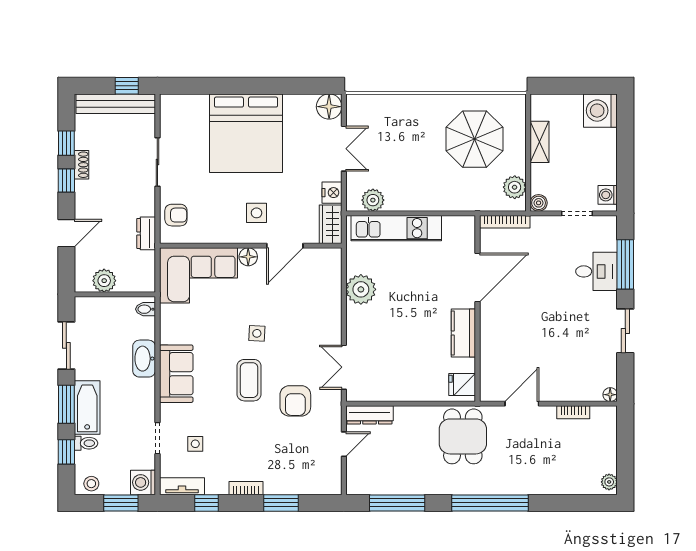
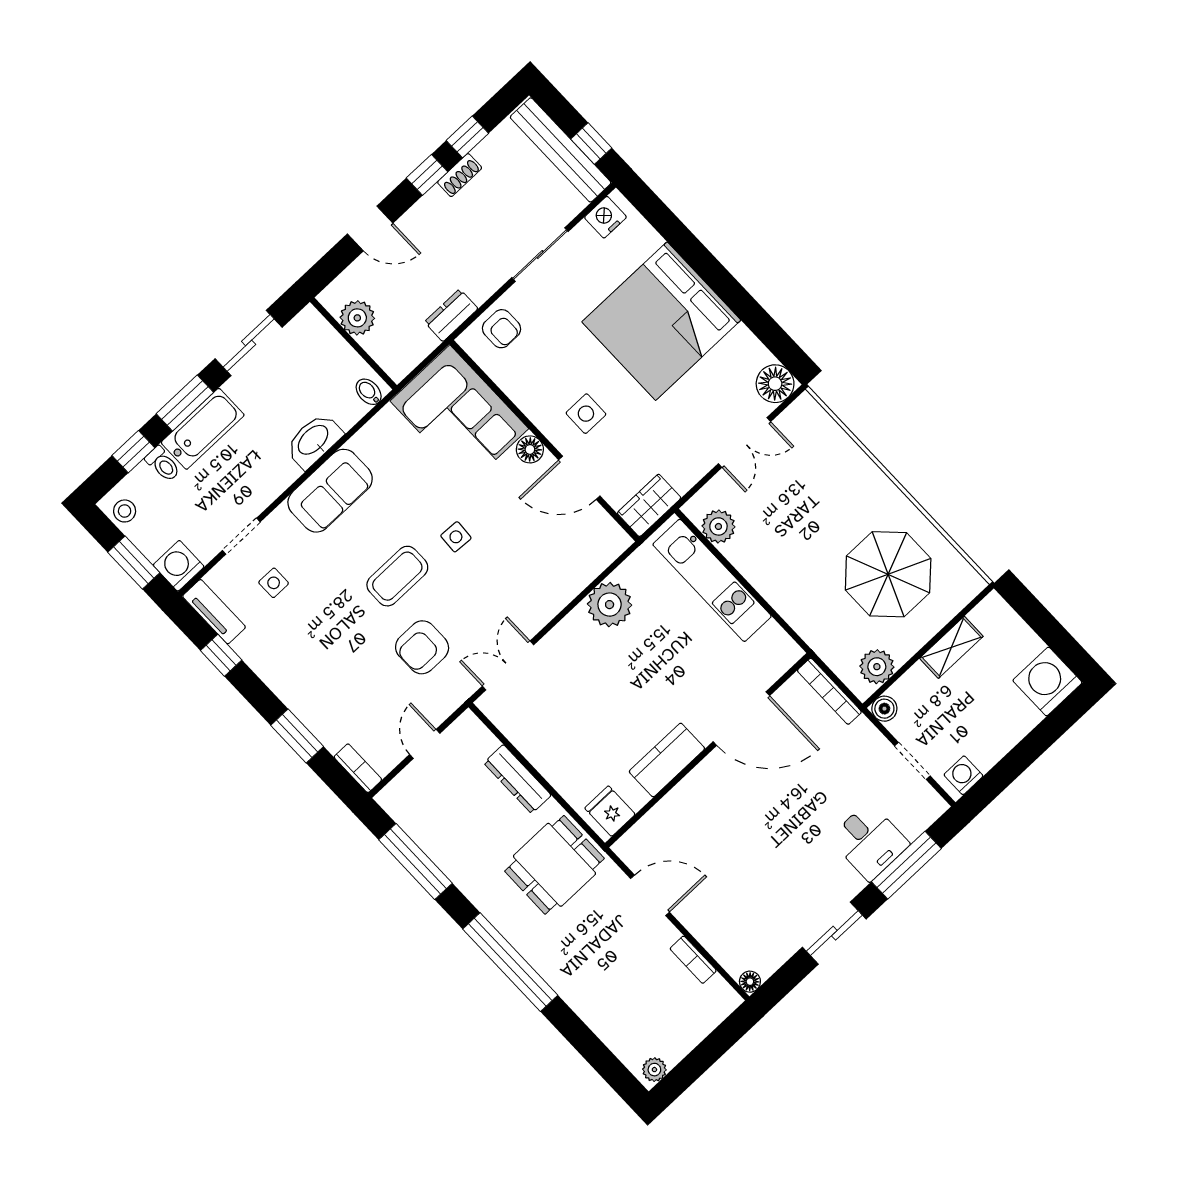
nightstand: (332, 193) -> (605, 217), moved, turned 180
dresser: (369, 415) -> (517, 779), moved
door: (344, 444) -> (425, 744), swing flipped
bookcase: (246, 488) -> (358, 768), moved

